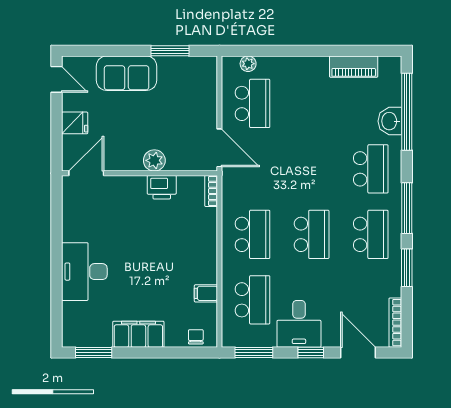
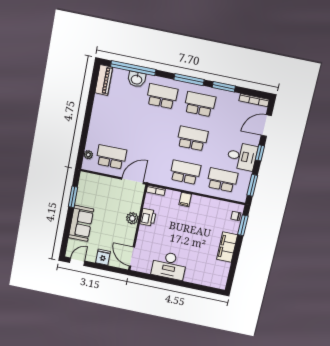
piano: (354, 67) -> (104, 80), moved
desk: (84, 272) -> (169, 265), moved
filing cabinet: (206, 293) -> (185, 200), moved
window: (94, 352) -> (243, 225), moved

